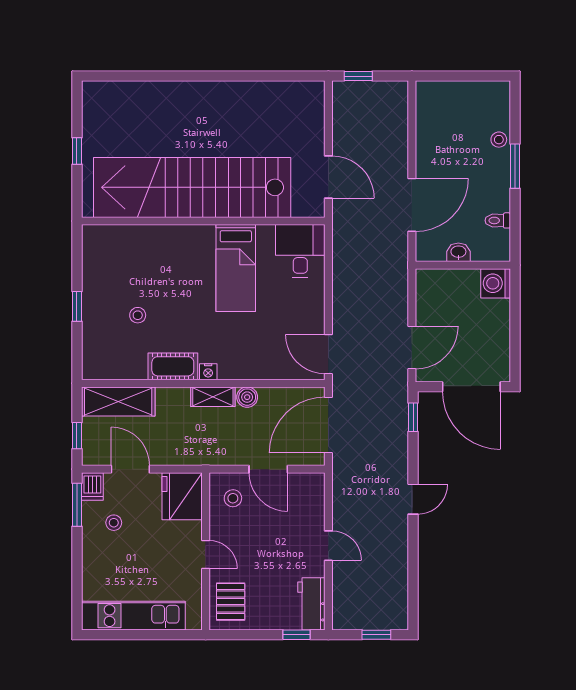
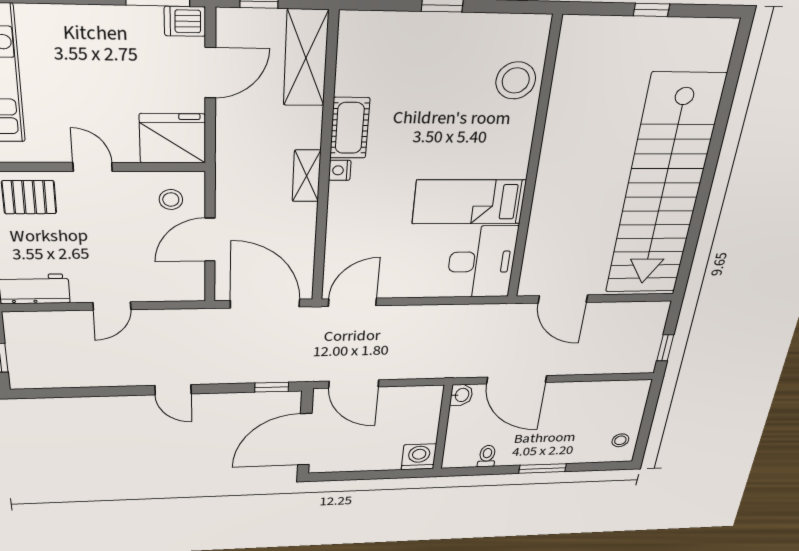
window: (358, 76) -> (665, 348), moved
stool: (499, 140) -> (620, 440), moved
door: (328, 177) -> (563, 299), hinge flipped
stairs: (192, 187) -> (664, 187), moved, turned 180
desk: (300, 251) -> (482, 262), width x1.37
washbasin: (458, 252) -> (461, 395), moved
stool: (138, 315) -> (516, 80), moved, width x1.89, depth x1.89
boiler: (247, 397) -> (304, 215), removed
stool: (114, 523) -> (133, 50), removed
door: (206, 554) -> (93, 167), swing flipped

